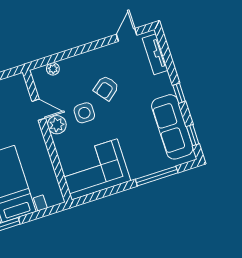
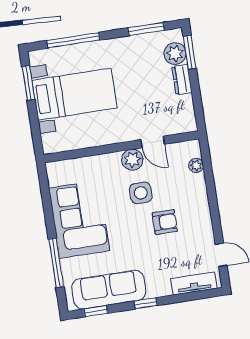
armchair: (106, 88) -> (165, 222), turned 128
door: (39, 110) -> (153, 142), hinge flipped
corner sofa: (94, 169) -> (79, 219), moved

